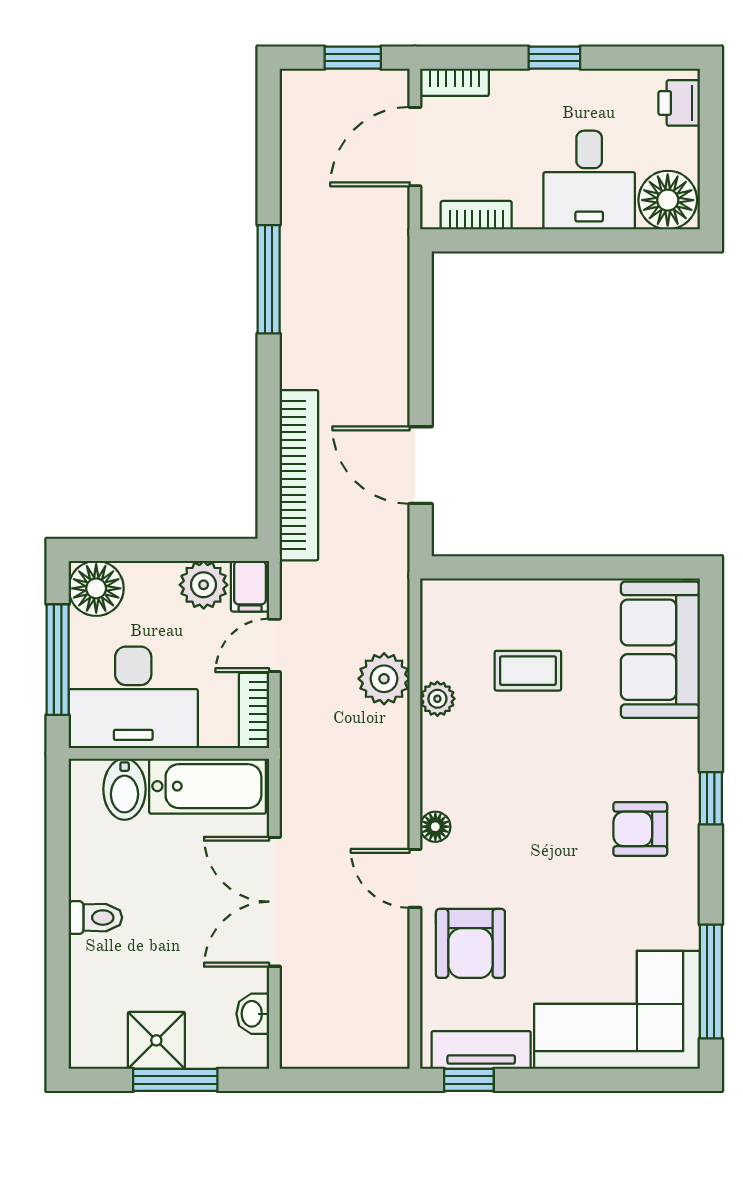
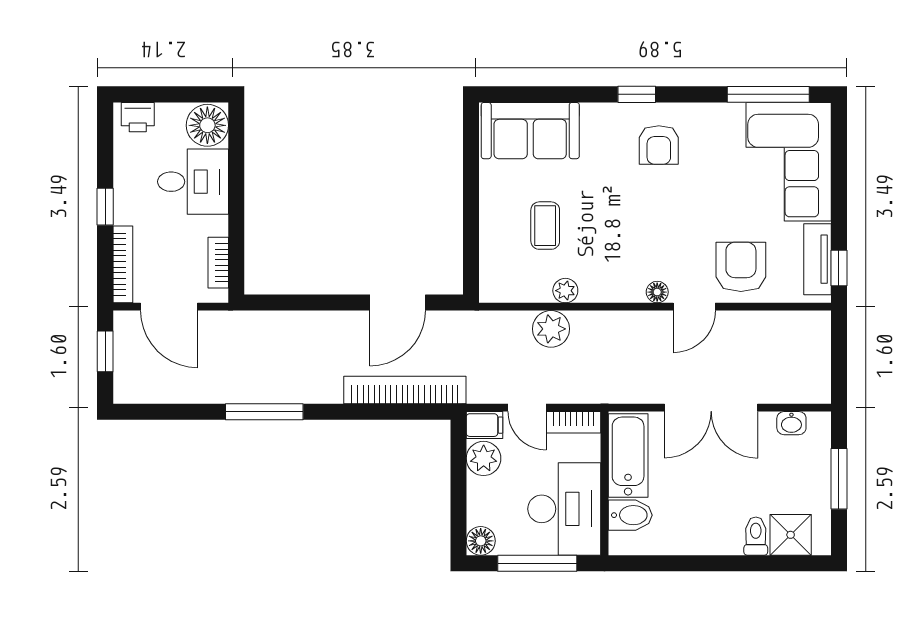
bookcase: (455, 82) -> (123, 264), width x1.56
floor lamp: (96, 588) -> (481, 541), width x0.73, depth x0.73
toilet: (95, 918) -> (756, 536), moved
armchair: (470, 943) -> (741, 267), turned -90
shower: (156, 1040) -> (791, 535), moved

